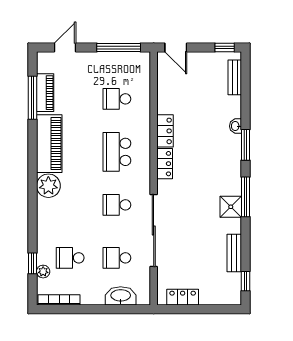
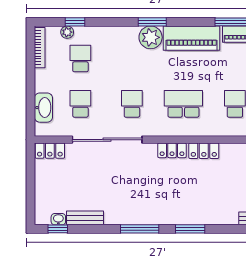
washbasin: (236, 126) -> (58, 219), moved
window: (33, 184) -> (152, 22), added
shower: (231, 207) -> (130, 215), removed
locker: (183, 297) -> (50, 151), moved, turned 90

